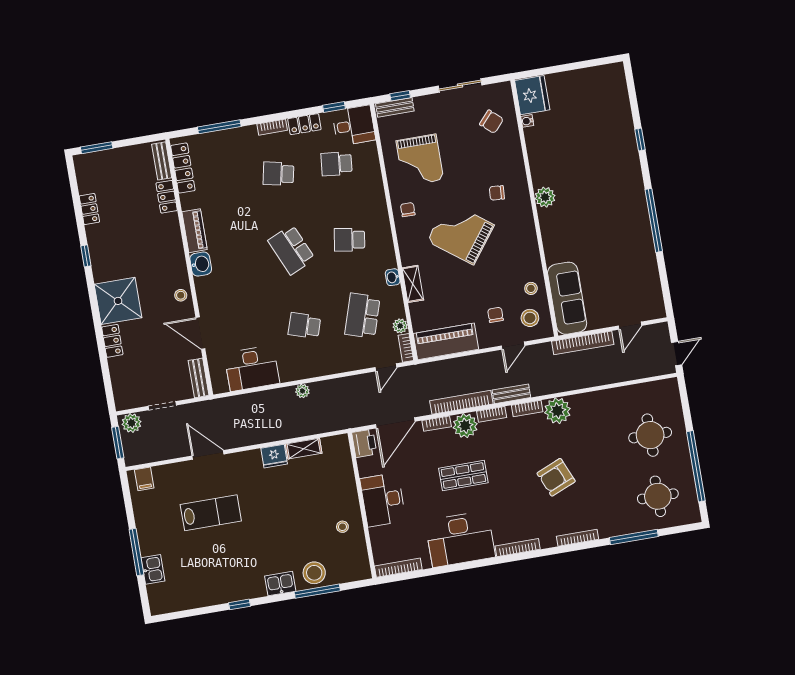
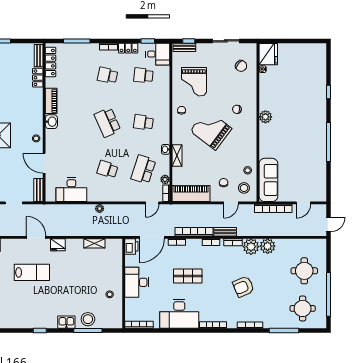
plant: (465, 426) -> (268, 246), moved
fridge: (274, 456) -> (58, 245), moved

